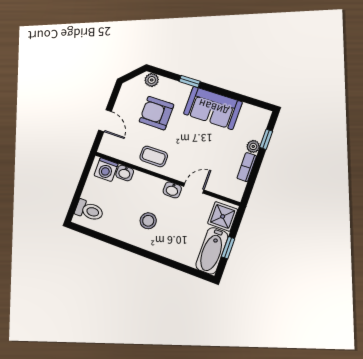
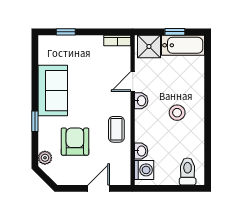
armchair: (156, 113) -> (75, 142), turned 180
plant: (253, 146) -> (76, 41), removed
bookcase: (247, 167) -> (117, 41), moved
door: (194, 188) -> (133, 82), hinge flipped

